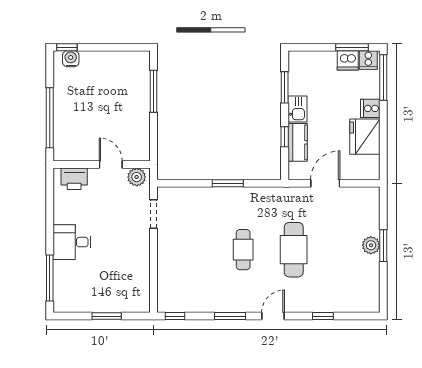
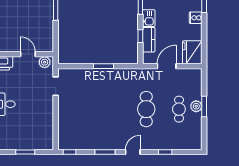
fridge: (365, 137) -> (192, 52), moved
cafe table: (243, 250) -> (179, 109), moved

